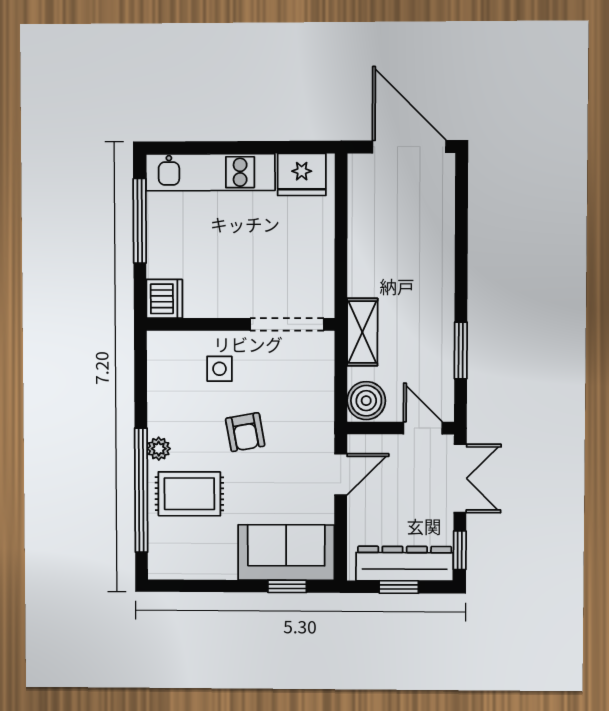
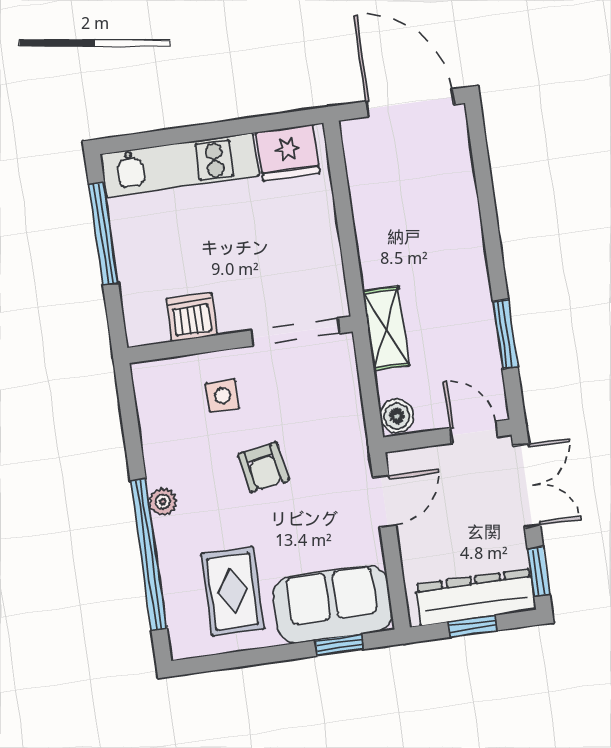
dishwasher: (164, 299) -> (192, 317), moved, turned -90
boiler: (366, 401) -> (397, 416), width x0.73, depth x0.73
rug: (189, 494) -> (233, 591), moved, turned 90

